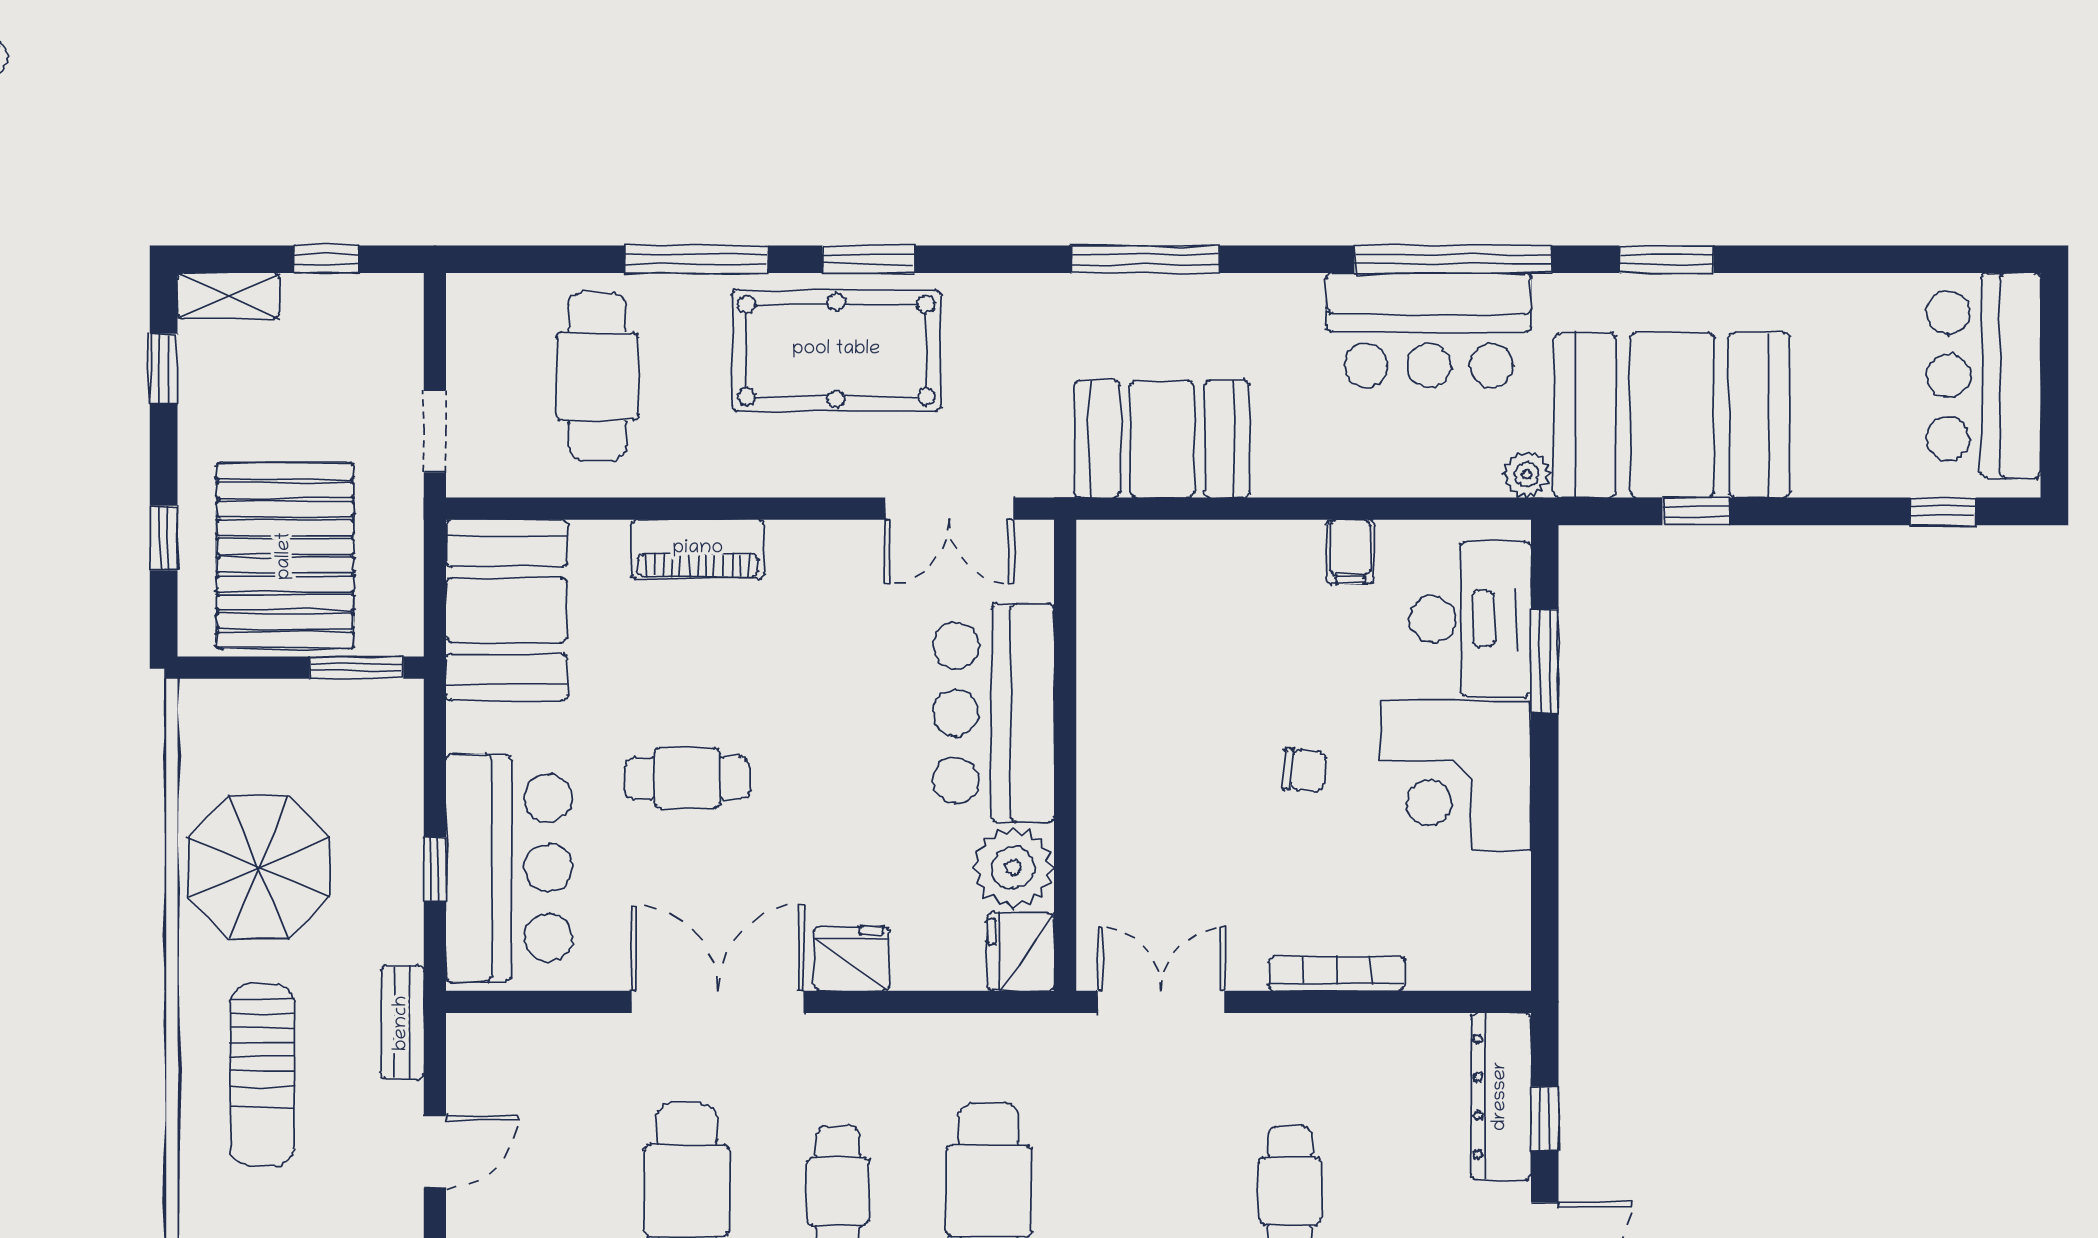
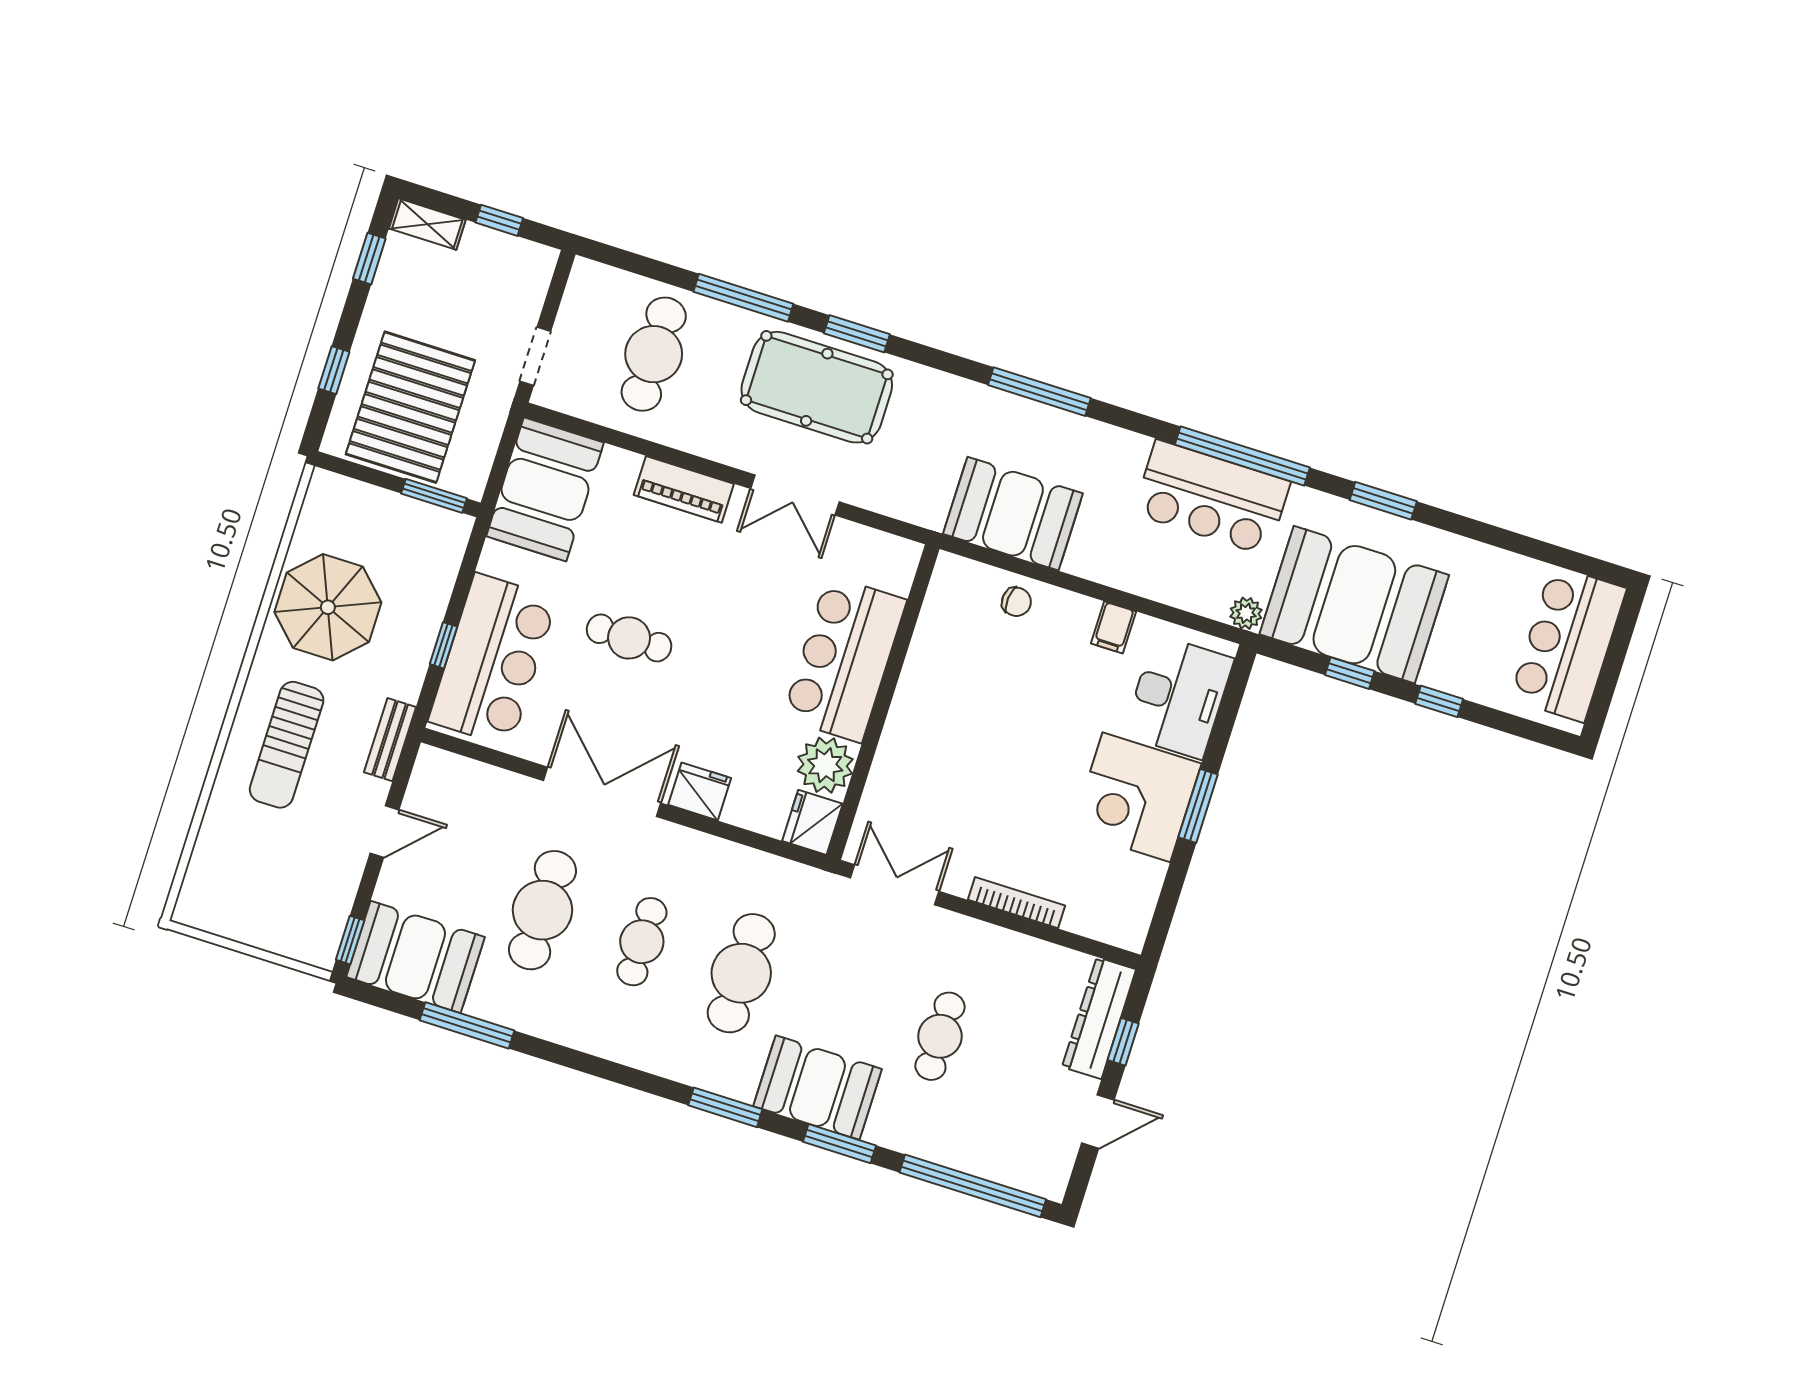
double door: (949, 509) -> (795, 495), moved
window: (1943, 511) -> (1439, 701), moved
window: (1545, 661) -> (1198, 806), moved
chair: (1304, 770) -> (1016, 602), moved

